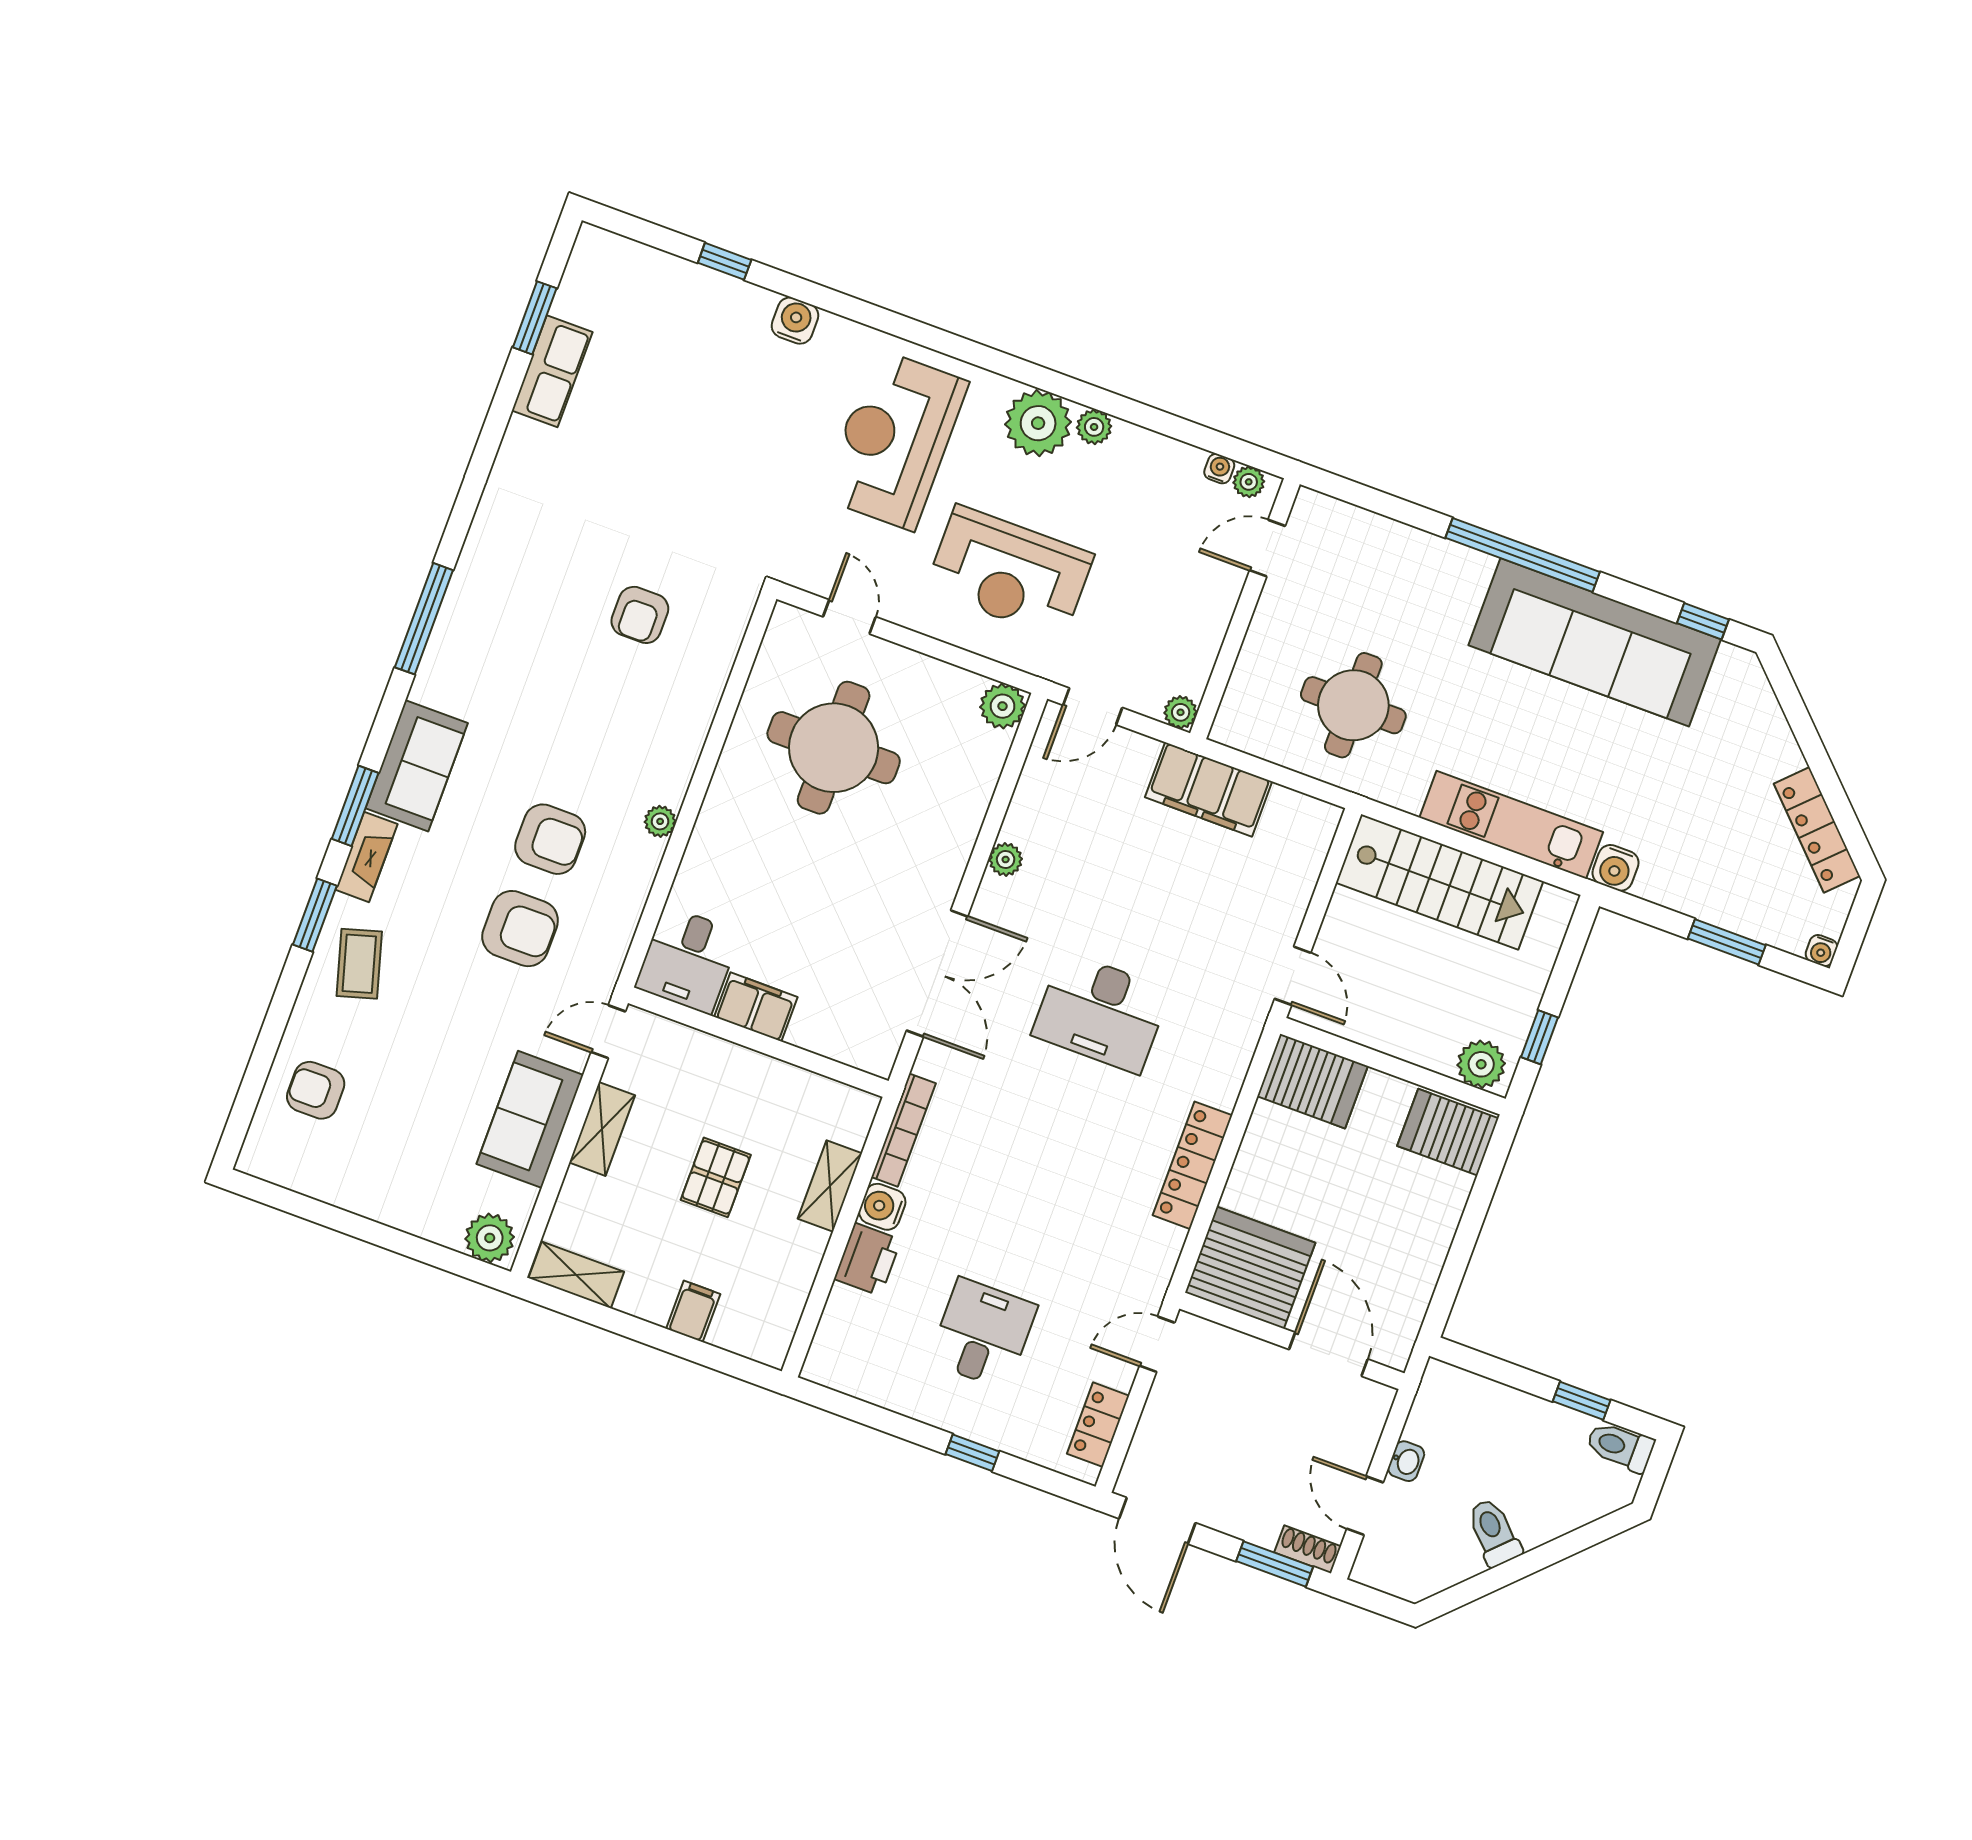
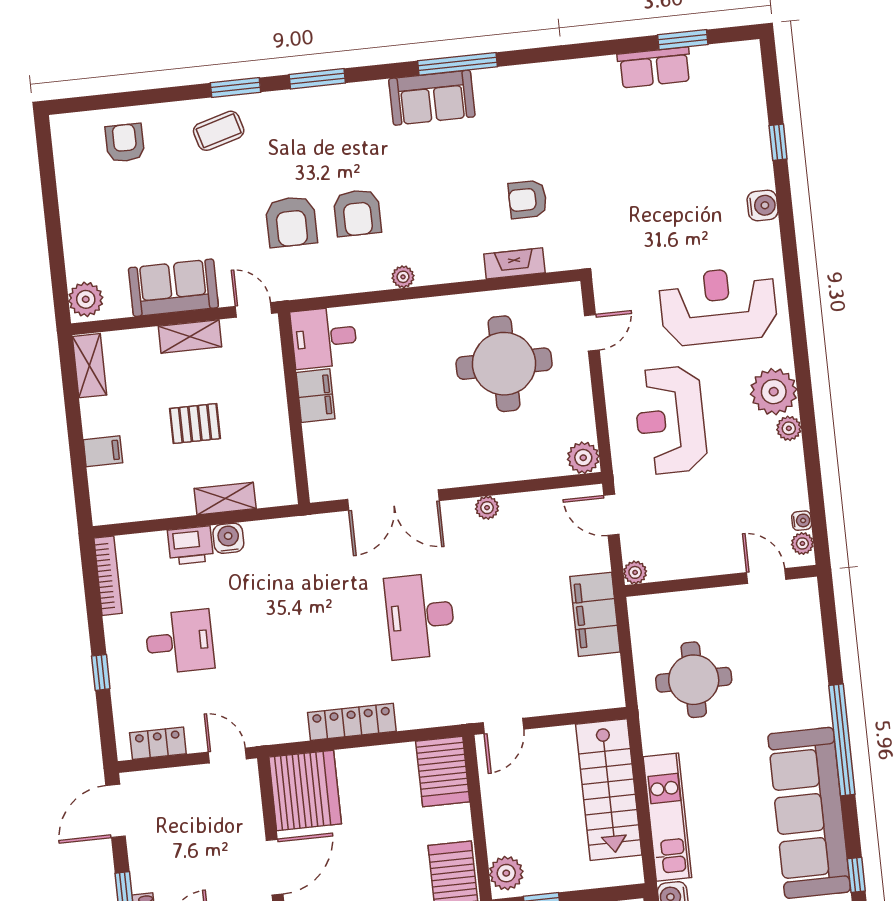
sofa: (417, 766) -> (432, 98), moved
fireplace: (366, 857) -> (514, 263), moved, turned 180
bookcase: (903, 1130) -> (108, 576), moved, turned -90

